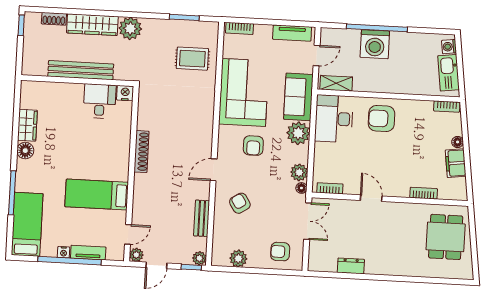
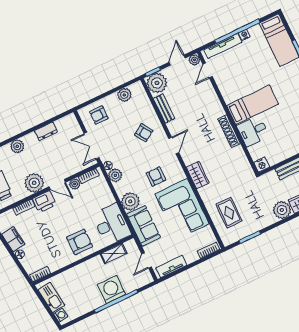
rug: (192, 59) -> (229, 213), turned 90
shelving: (336, 83) -> (114, 254), moved
desk: (100, 101) -> (253, 131), moved, turned 90
wardrobe: (205, 121) -> (198, 175), added
printer: (397, 187) -> (44, 202), added
plant: (351, 188) -> (75, 184), added
bed: (97, 195) -> (252, 105), moved
plant: (396, 215) -> (34, 183), added
armchair: (280, 252) -> (99, 115), turned 180
tv unit: (88, 253) -> (223, 46), width x1.41
plant: (199, 258) -> (157, 83), width x1.87, depth x1.87
plant: (393, 267) -> (17, 146), added

